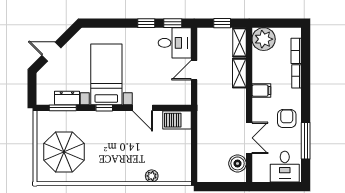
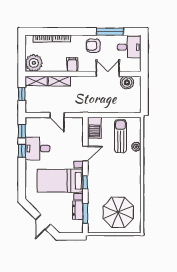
desk: (175, 43) -> (37, 149), moved, turned -90
sun lounger: (166, 155) -> (121, 136), added

